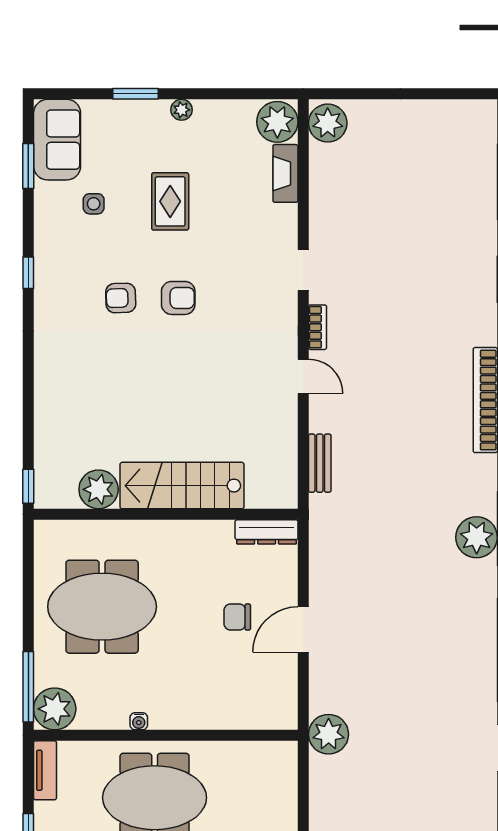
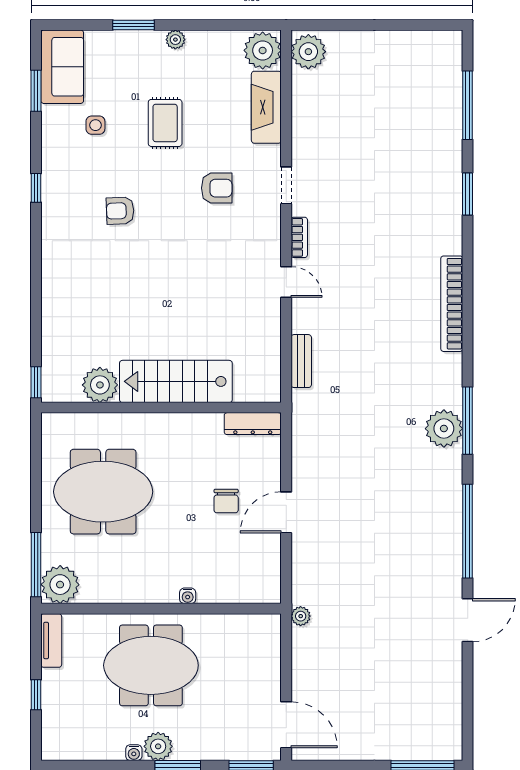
fireplace: (285, 173) -> (266, 107), width x1.37, depth x1.32
armchair: (178, 298) -> (217, 188), moved
chair: (237, 617) -> (226, 501), turned -90
water cooler: (139, 721) -> (188, 596), moved
plant: (329, 734) -> (301, 616), width x0.53, depth x0.53

